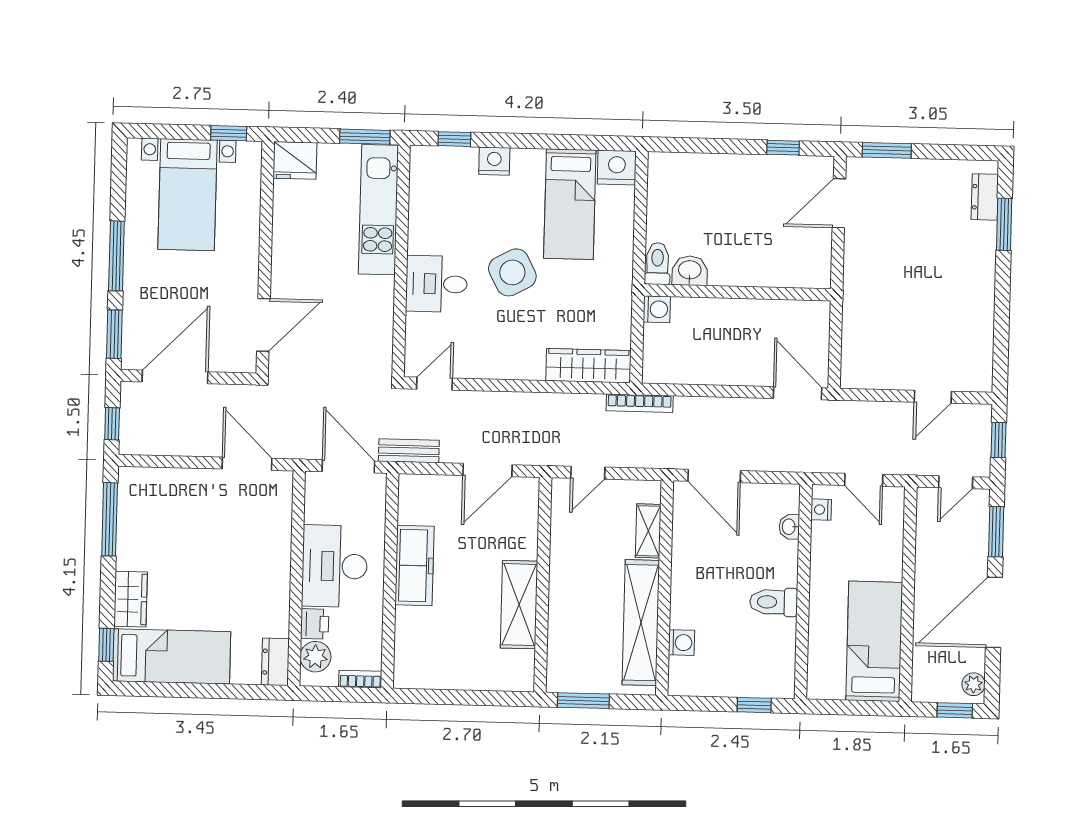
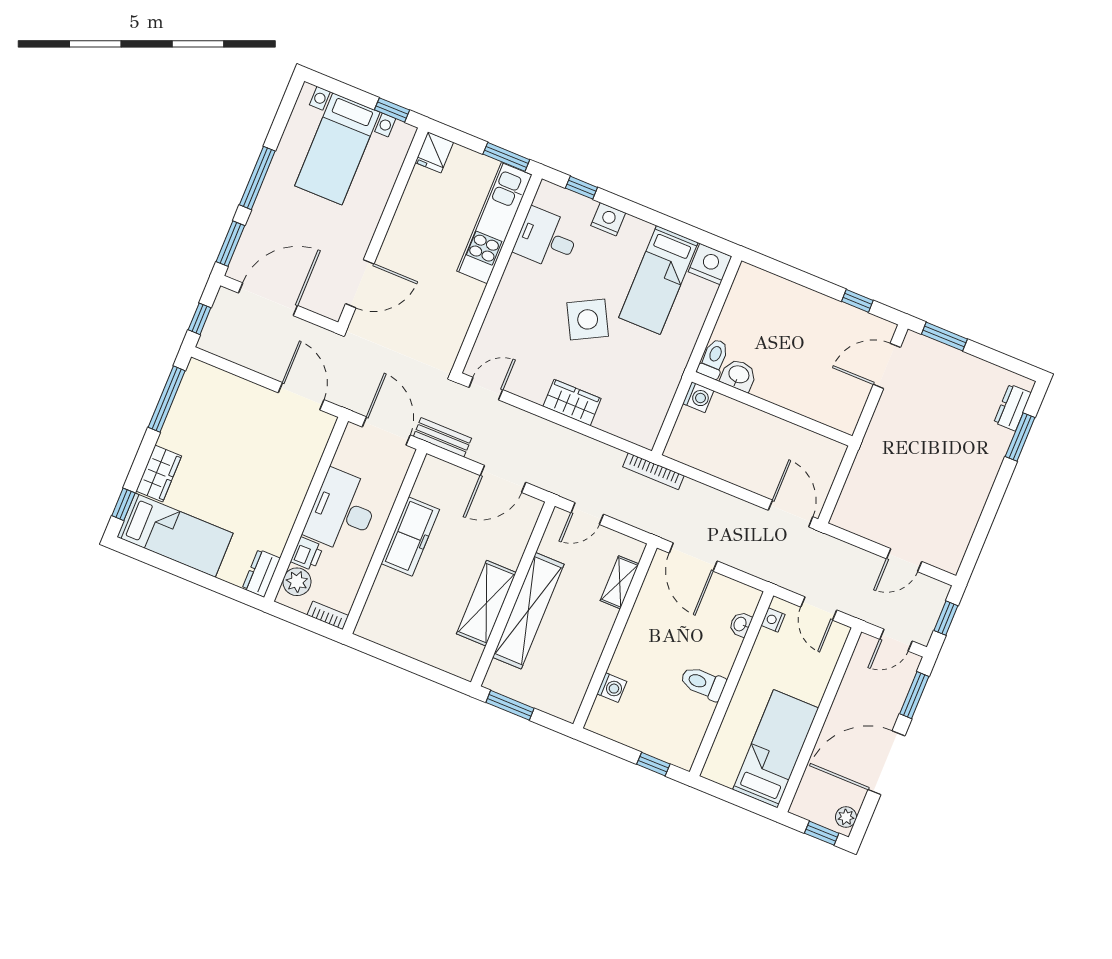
fridge: (295, 160) -> (434, 152), width x0.72
desk: (436, 284) -> (547, 239), moved
wardrobe: (588, 366) -> (572, 402), moved, width x0.67
shelving: (641, 623) -> (528, 611), moved

